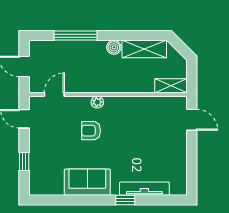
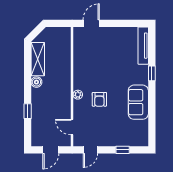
window: (75, 36) -> (28, 111), width x0.46
shelving: (171, 86) -> (65, 39), removed
tv unit: (144, 189) -> (143, 46), moved

